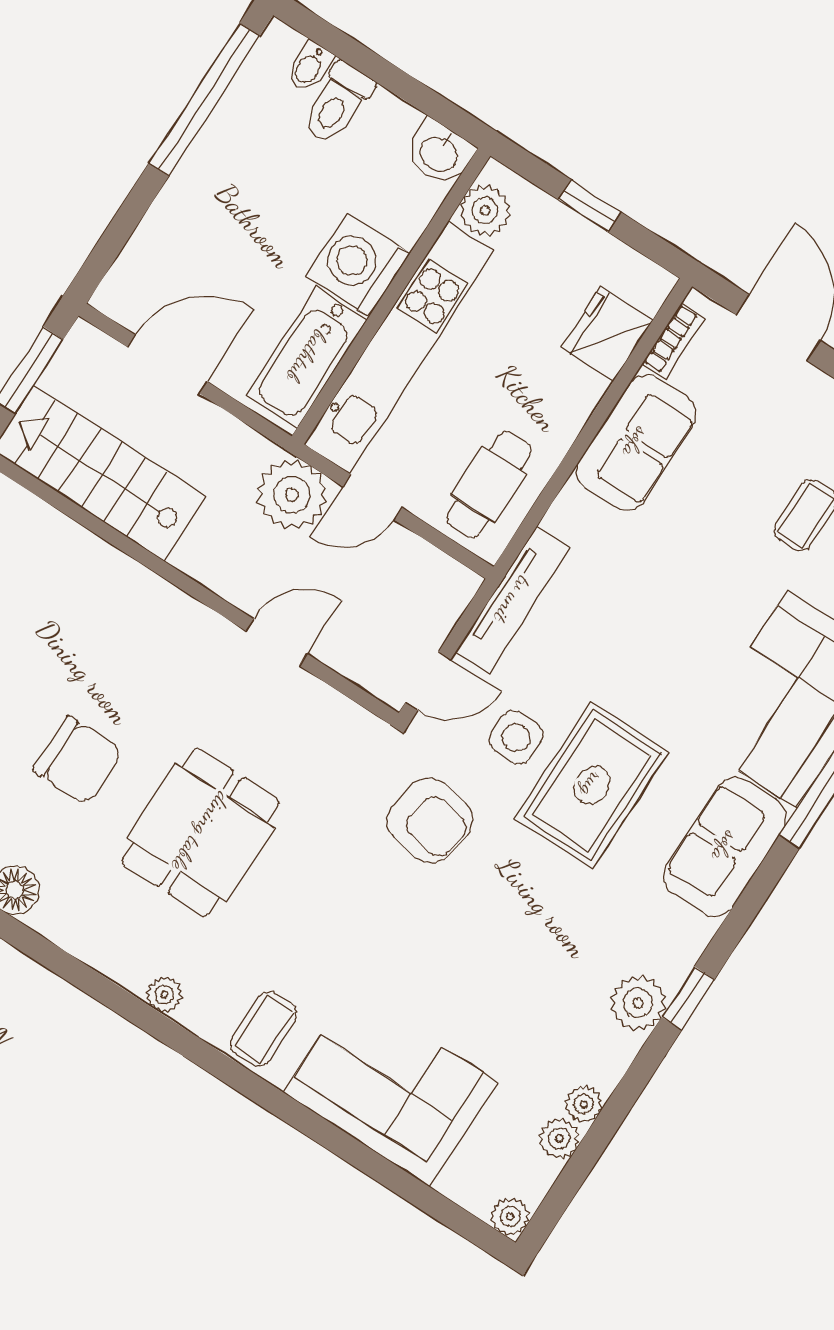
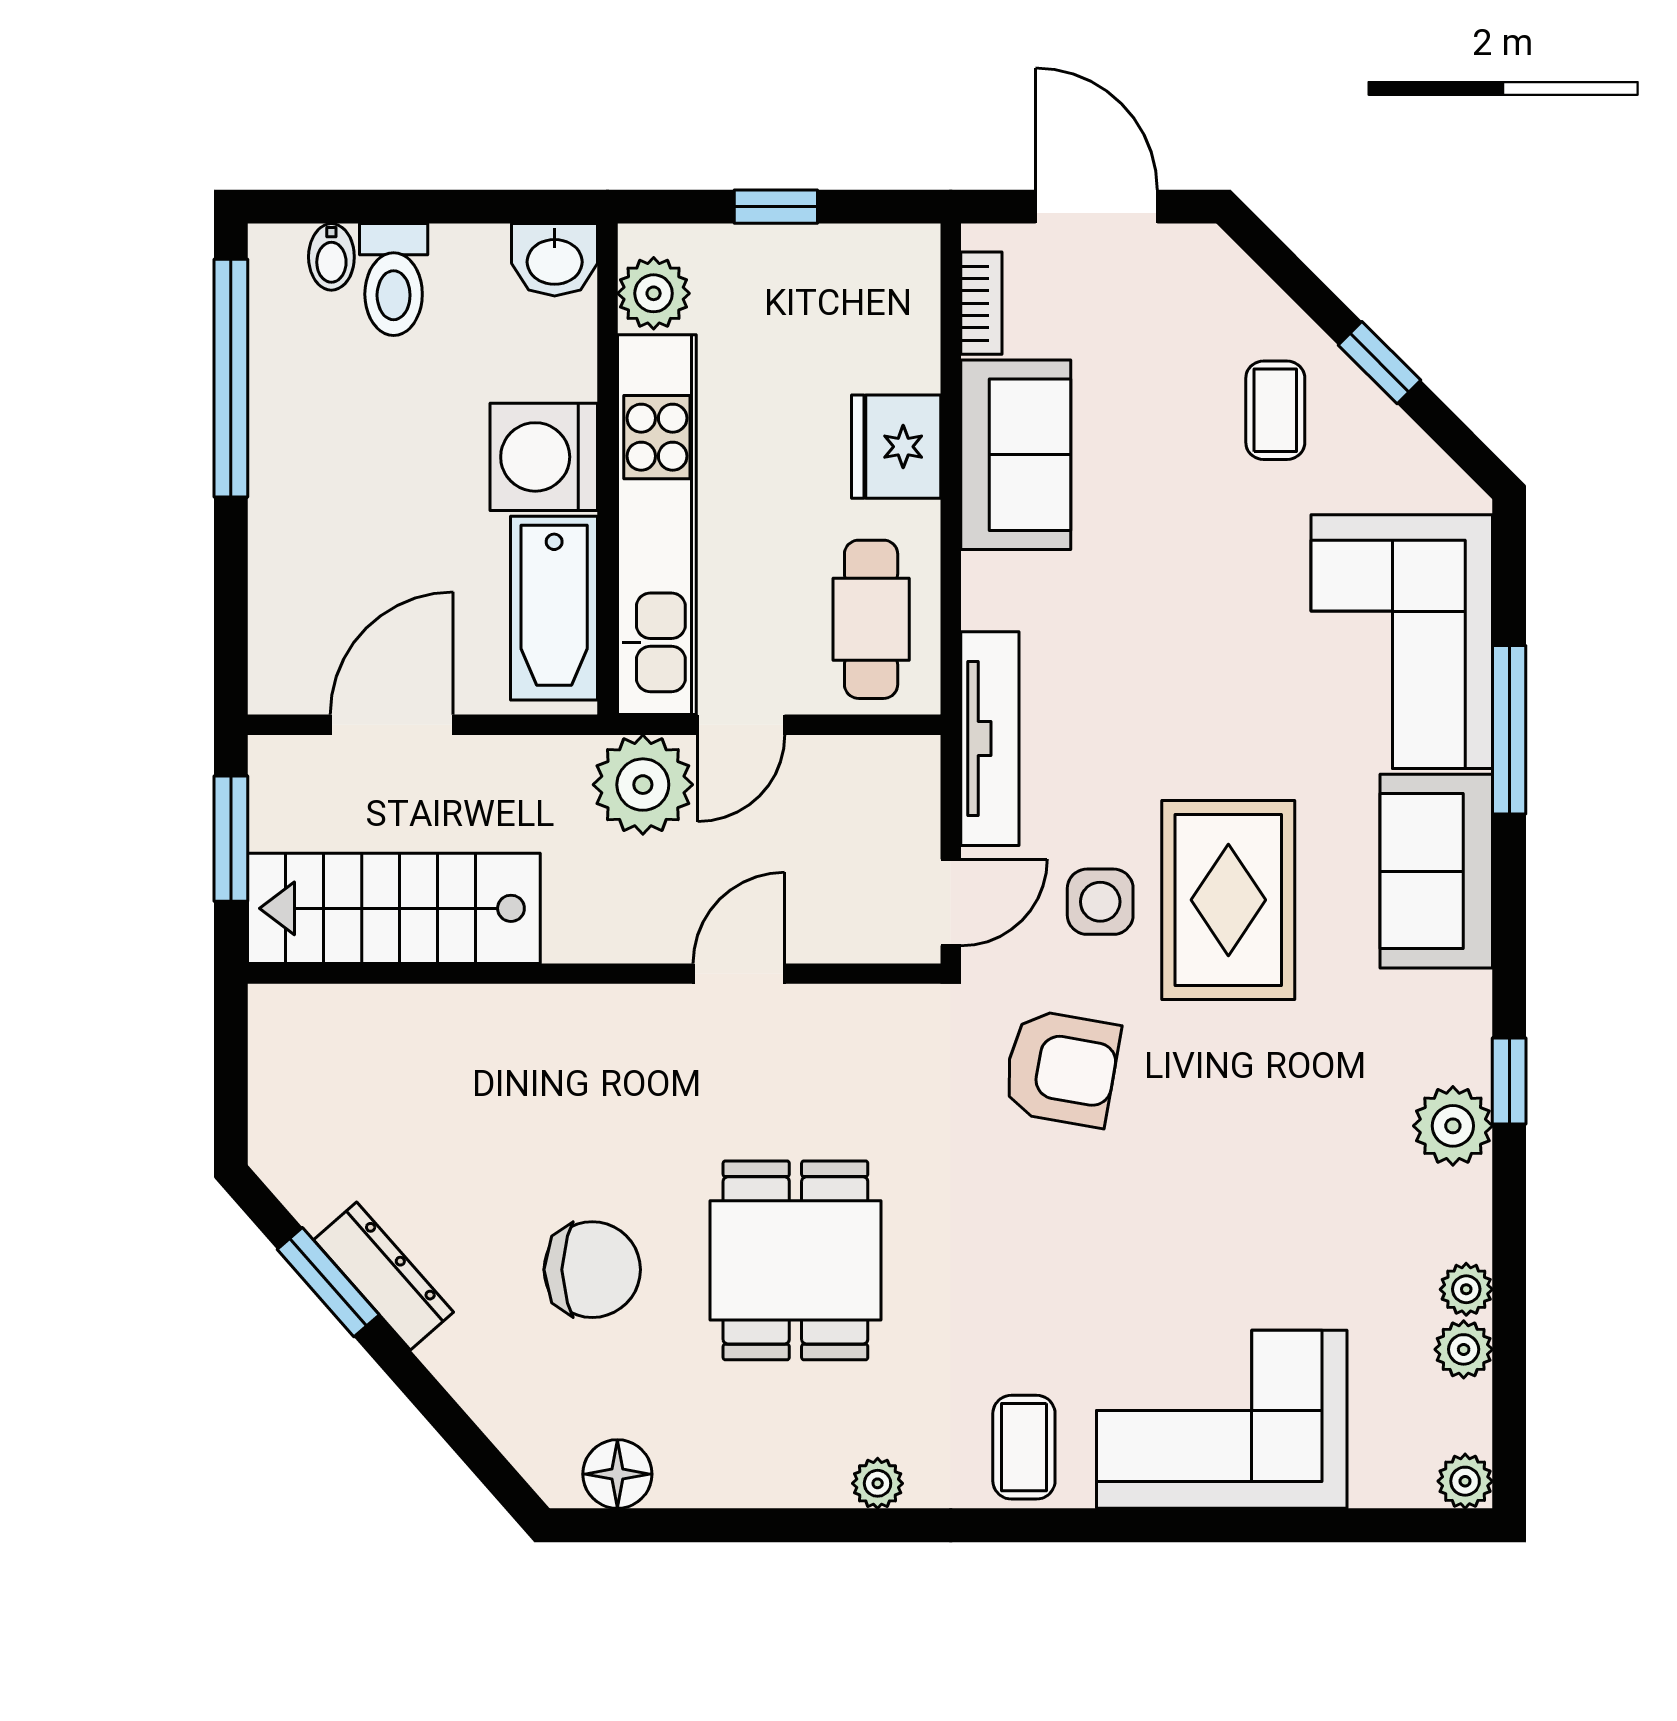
fridge: (607, 334) -> (896, 447), moved

